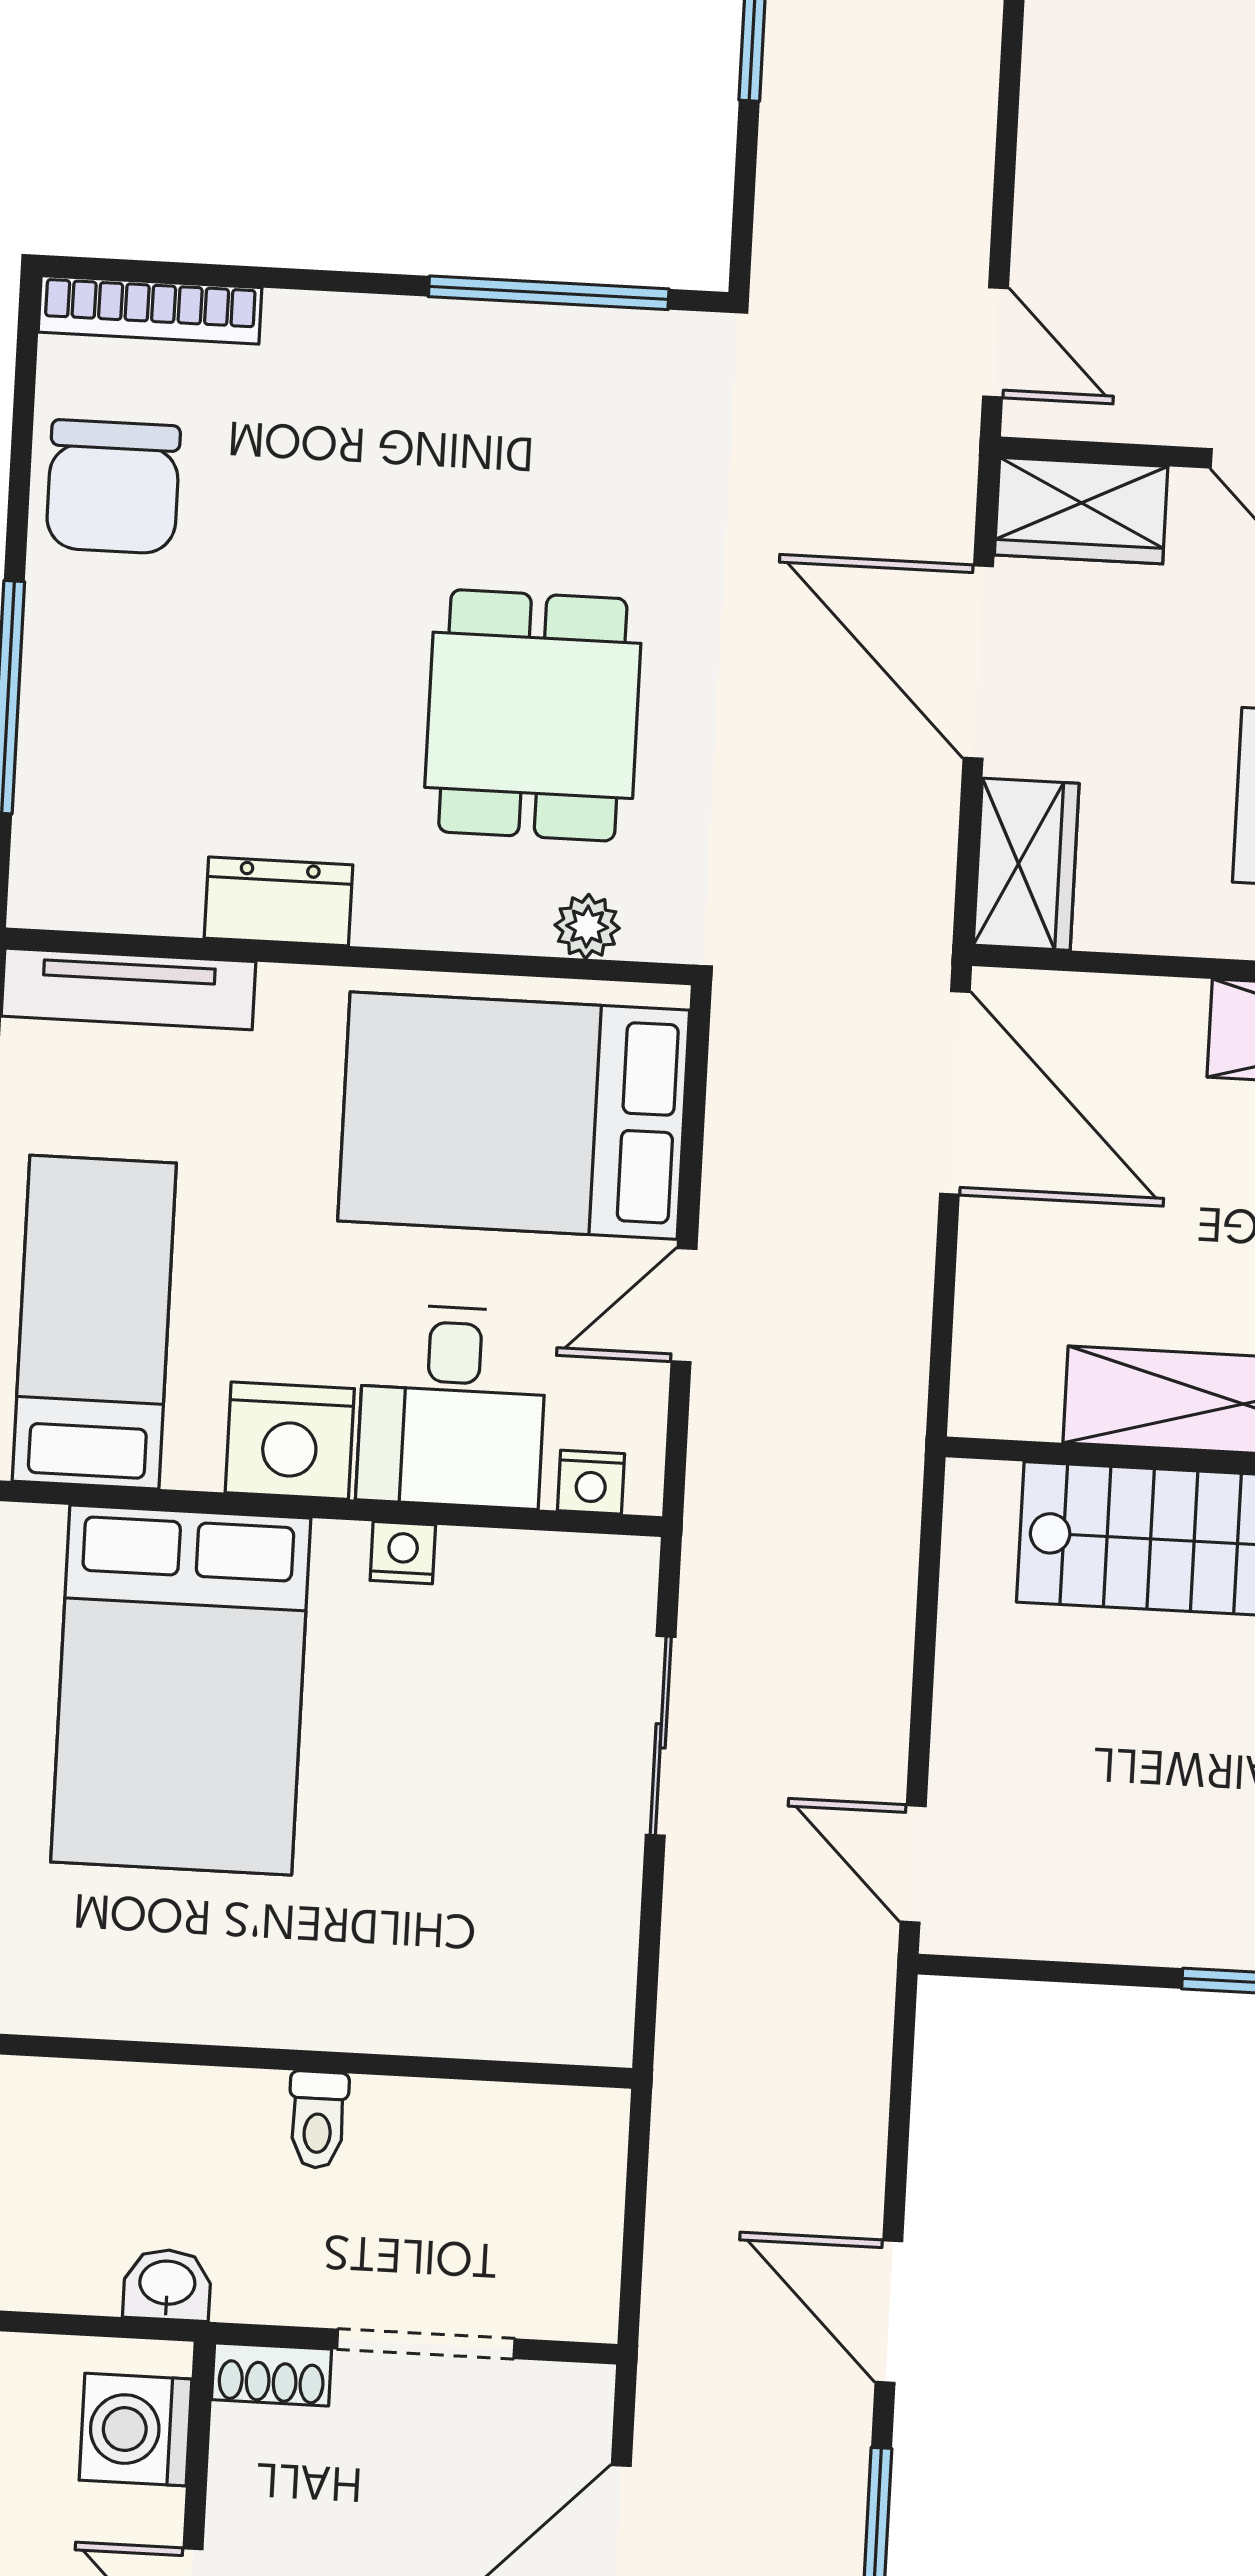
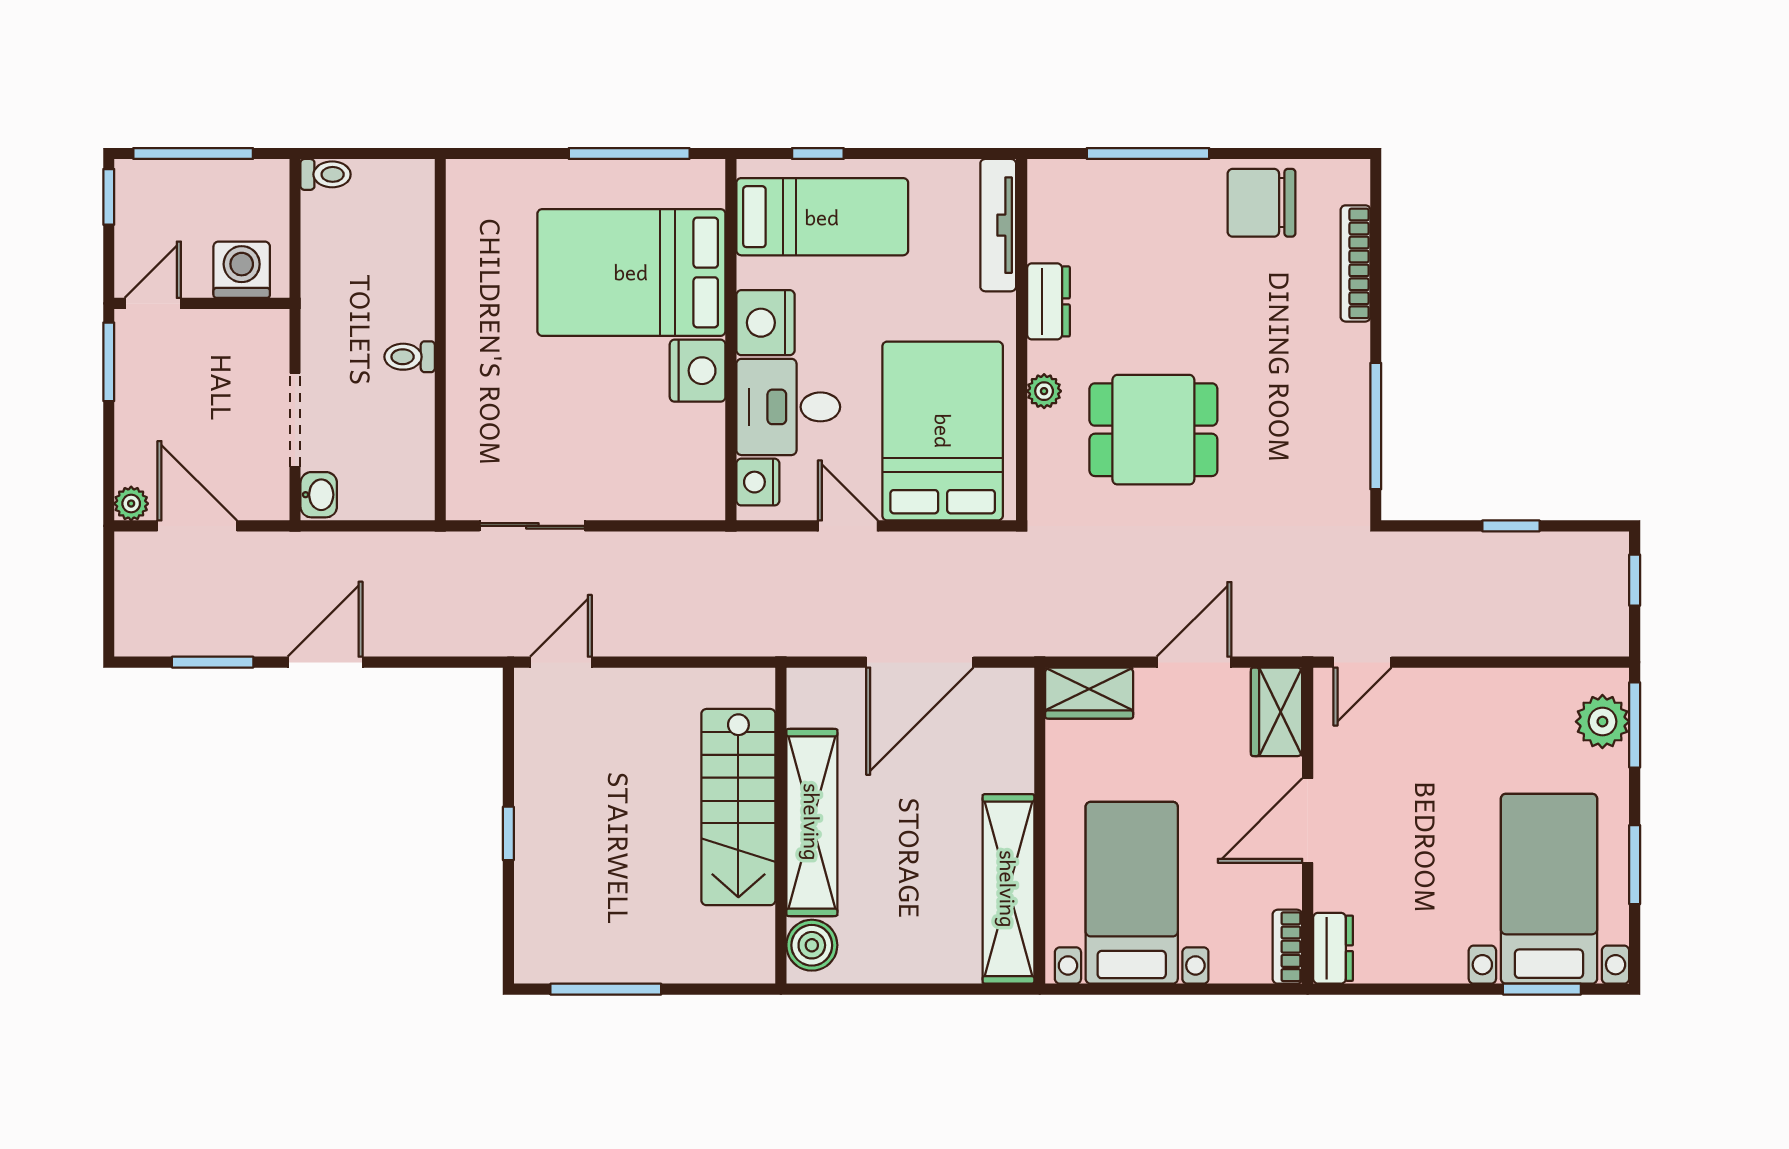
bookcase: (150, 310) -> (1355, 263), moved
door: (978, 662) -> (1194, 662), width x0.73
plant: (587, 927) -> (1044, 391), moved
door: (955, 1093) -> (920, 662), moved
nightstand: (591, 1482) -> (758, 482), width x1.39, depth x1.35
nightstand: (403, 1553) -> (698, 371), width x1.89, depth x1.79
sliding door: (661, 1736) -> (532, 526), moved
washbasin: (167, 2285) -> (319, 495), moved
shoe rack: (272, 2374) -> (275, 340), removed

